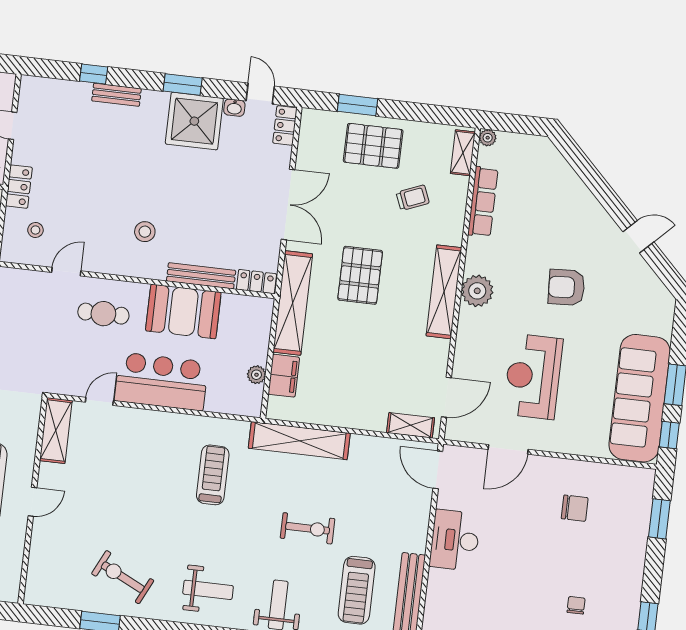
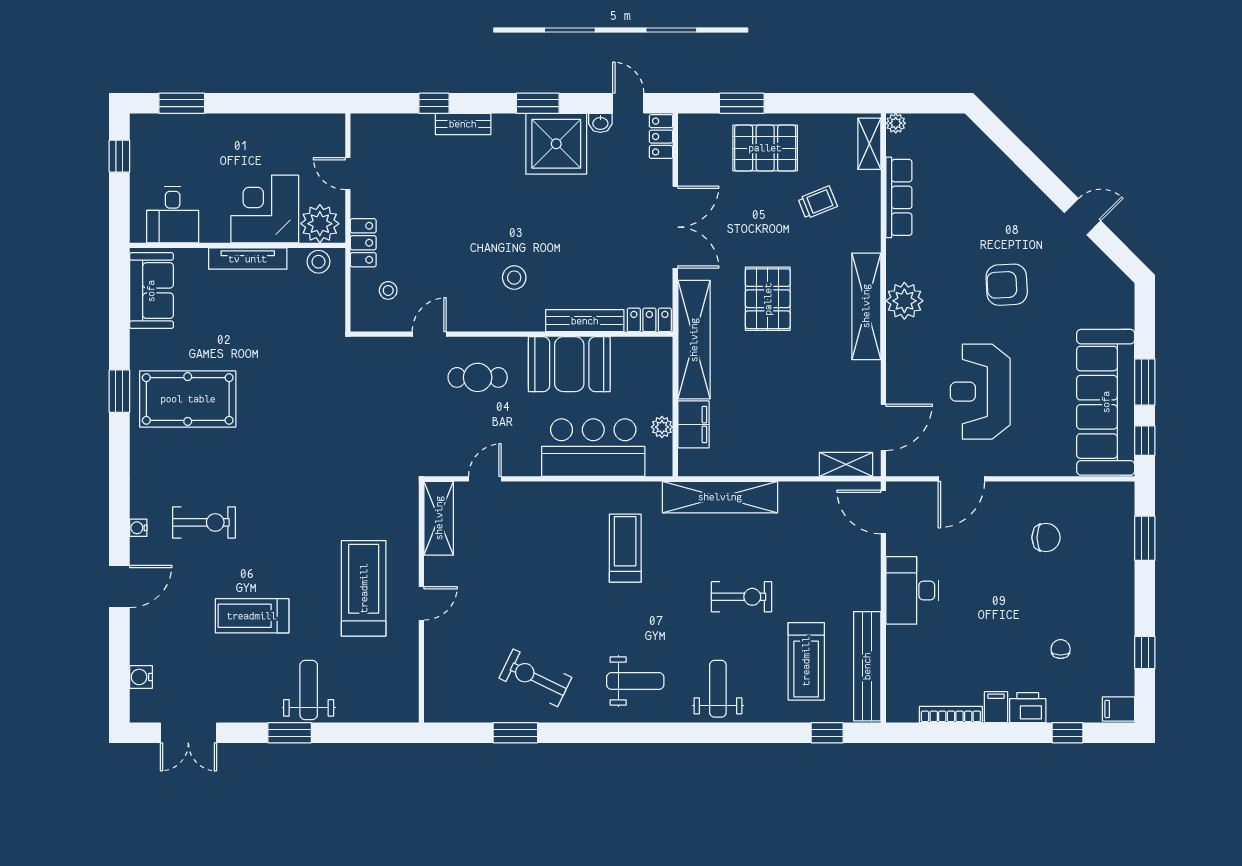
bar counter: (161, 381) -> (593, 448), moved

